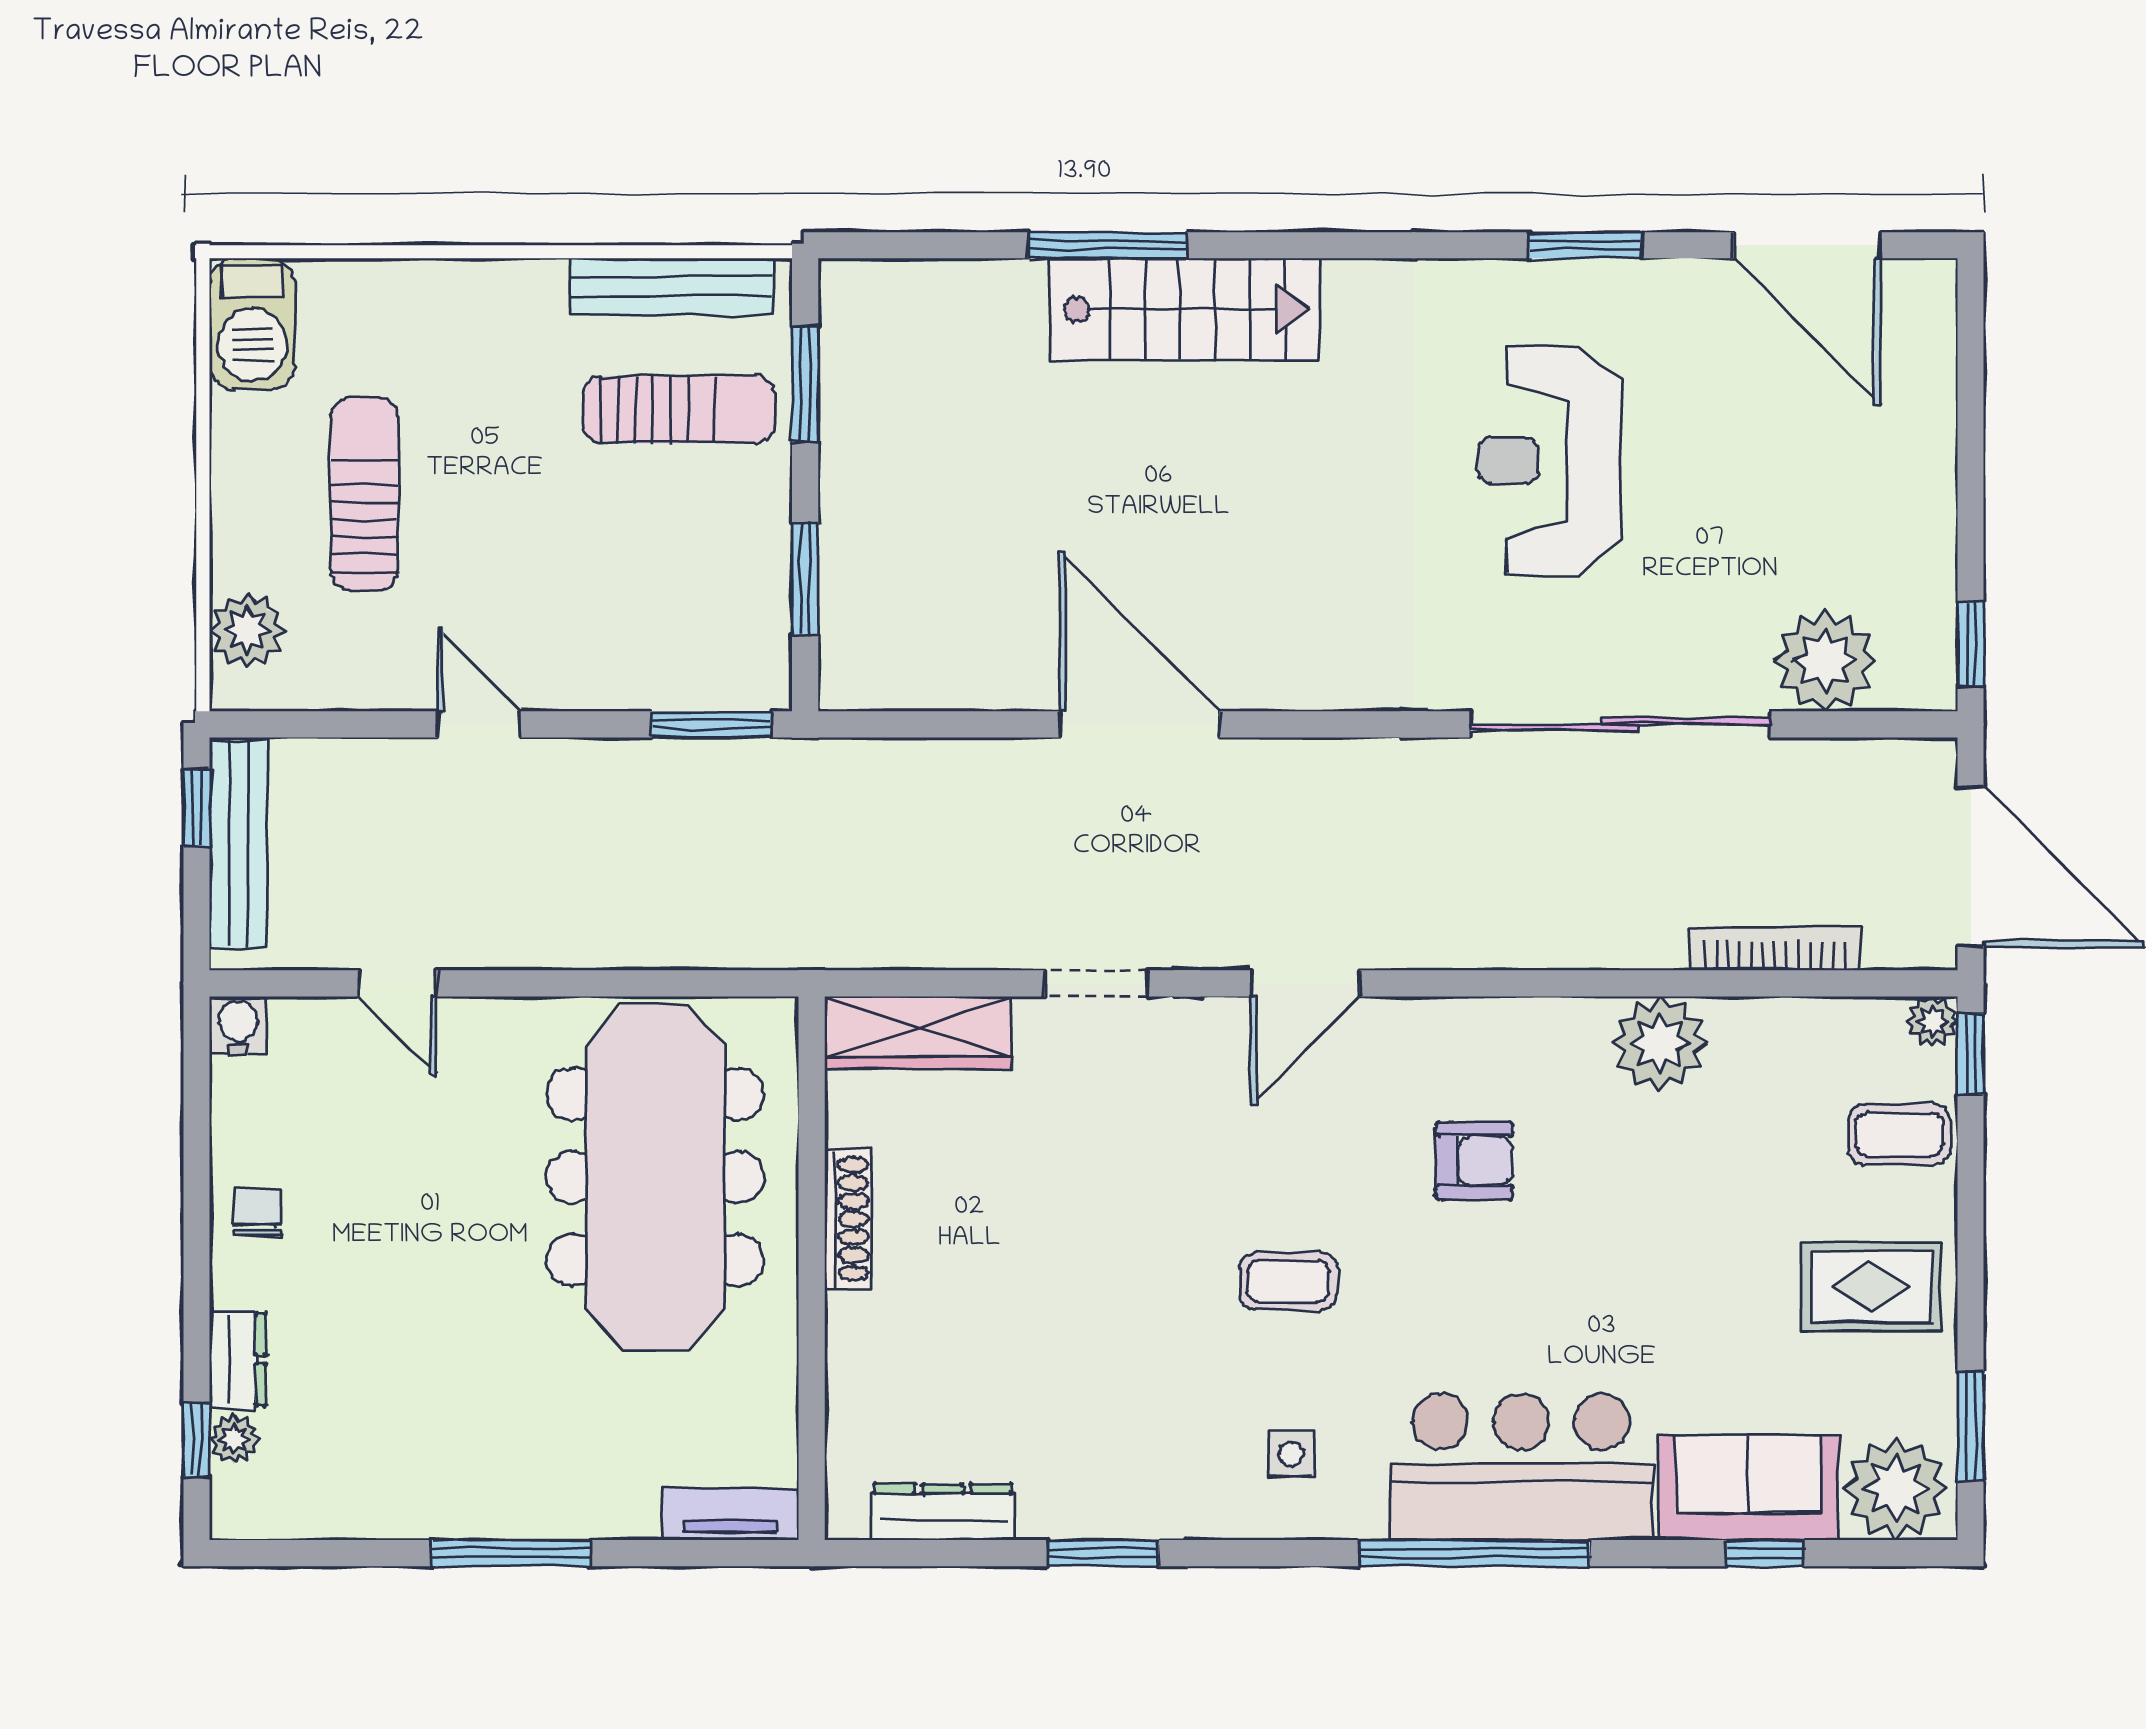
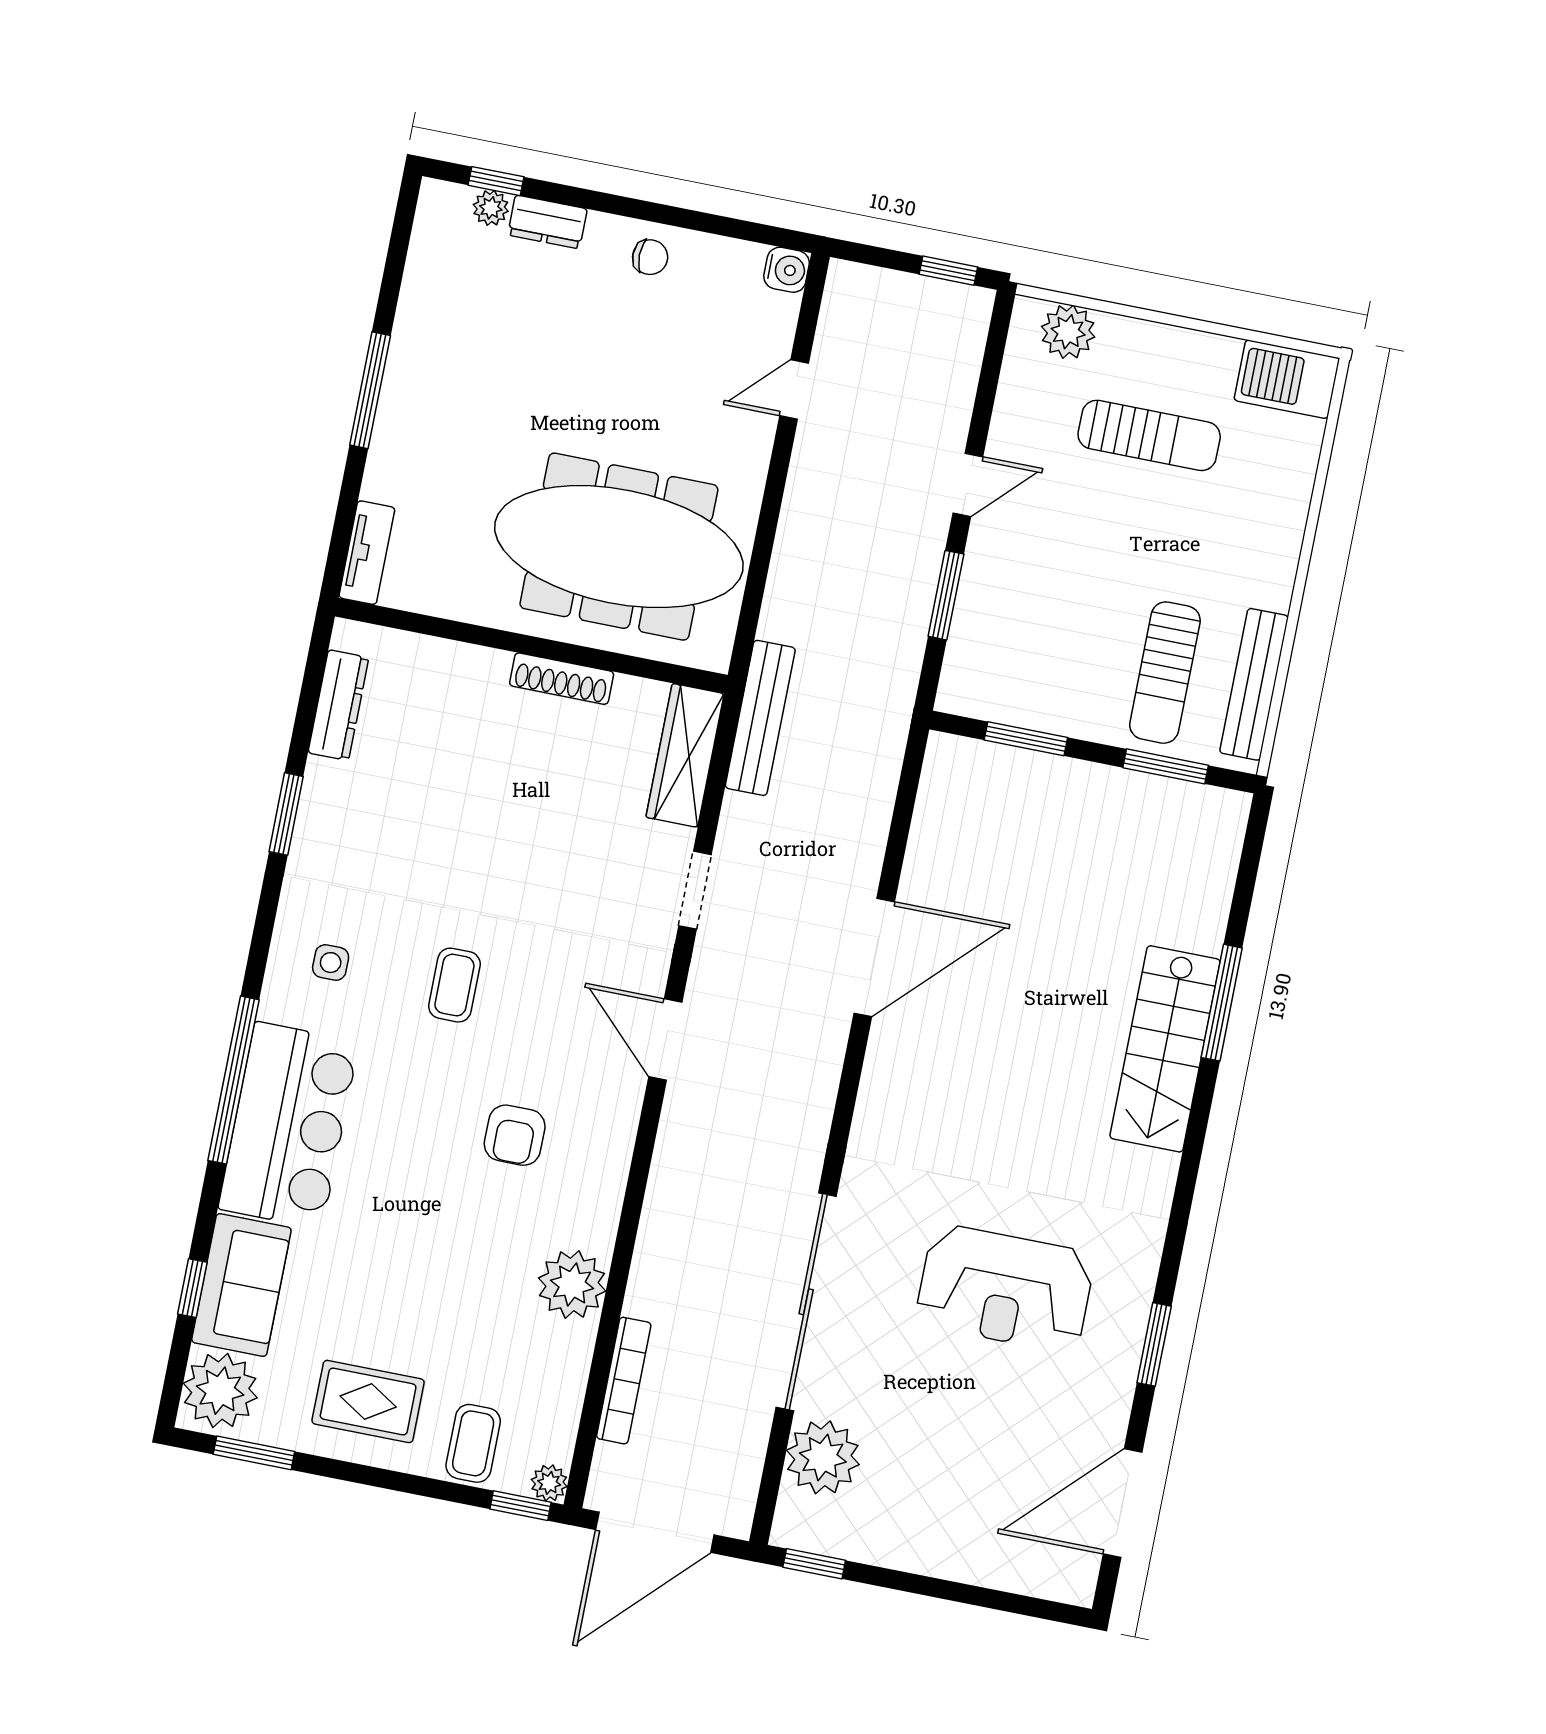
reception desk: (1550, 460) -> (1005, 1288), turned 180
window: (711, 724) -> (946, 595), moved
bench: (238, 844) -> (760, 718), moved, turned 90
rug: (1871, 1287) -> (368, 1401), turned 90

